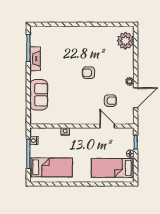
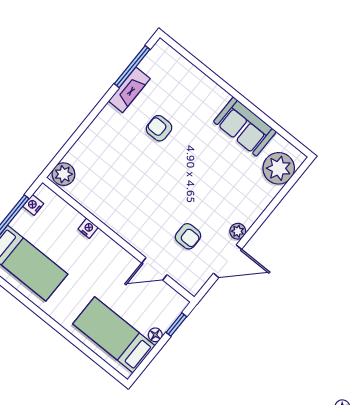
armchair: (88, 73) -> (159, 128), moved
sofa: (39, 95) -> (245, 127), moved, turned 90
plant: (36, 117) -> (63, 174), added
door: (107, 126) -> (154, 269), swing flipped

